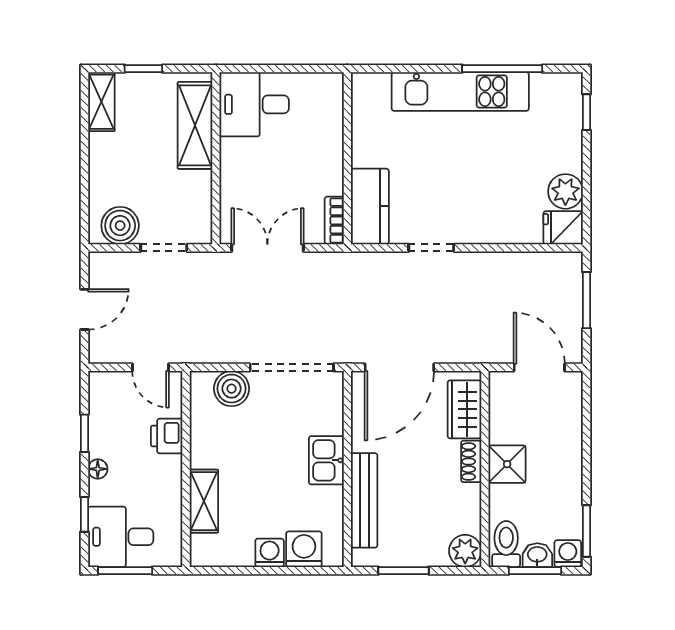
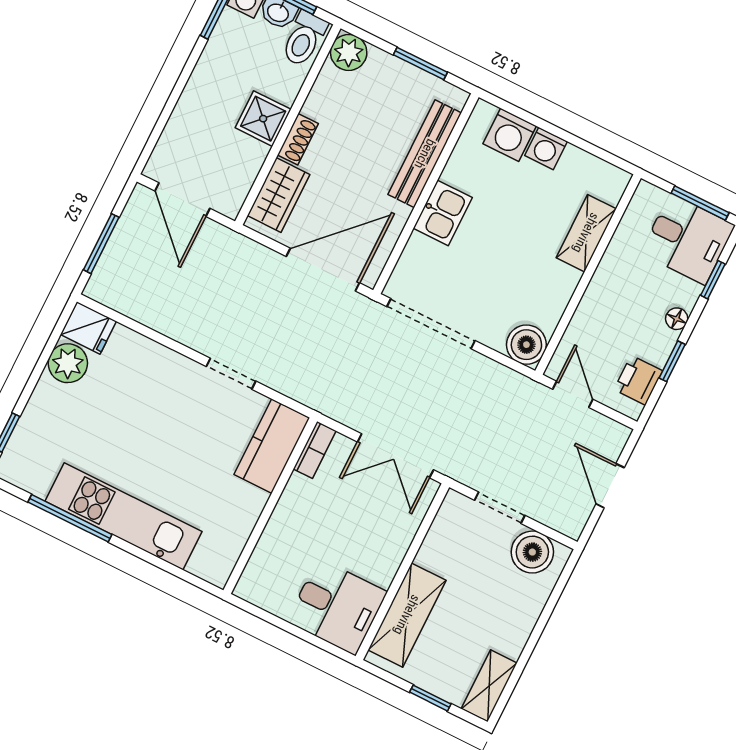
door: (84, 309) -> (610, 486), hinge flipped
boiler: (232, 389) -> (526, 345), moved
printer: (167, 436) -> (638, 380), moved, turned 180

